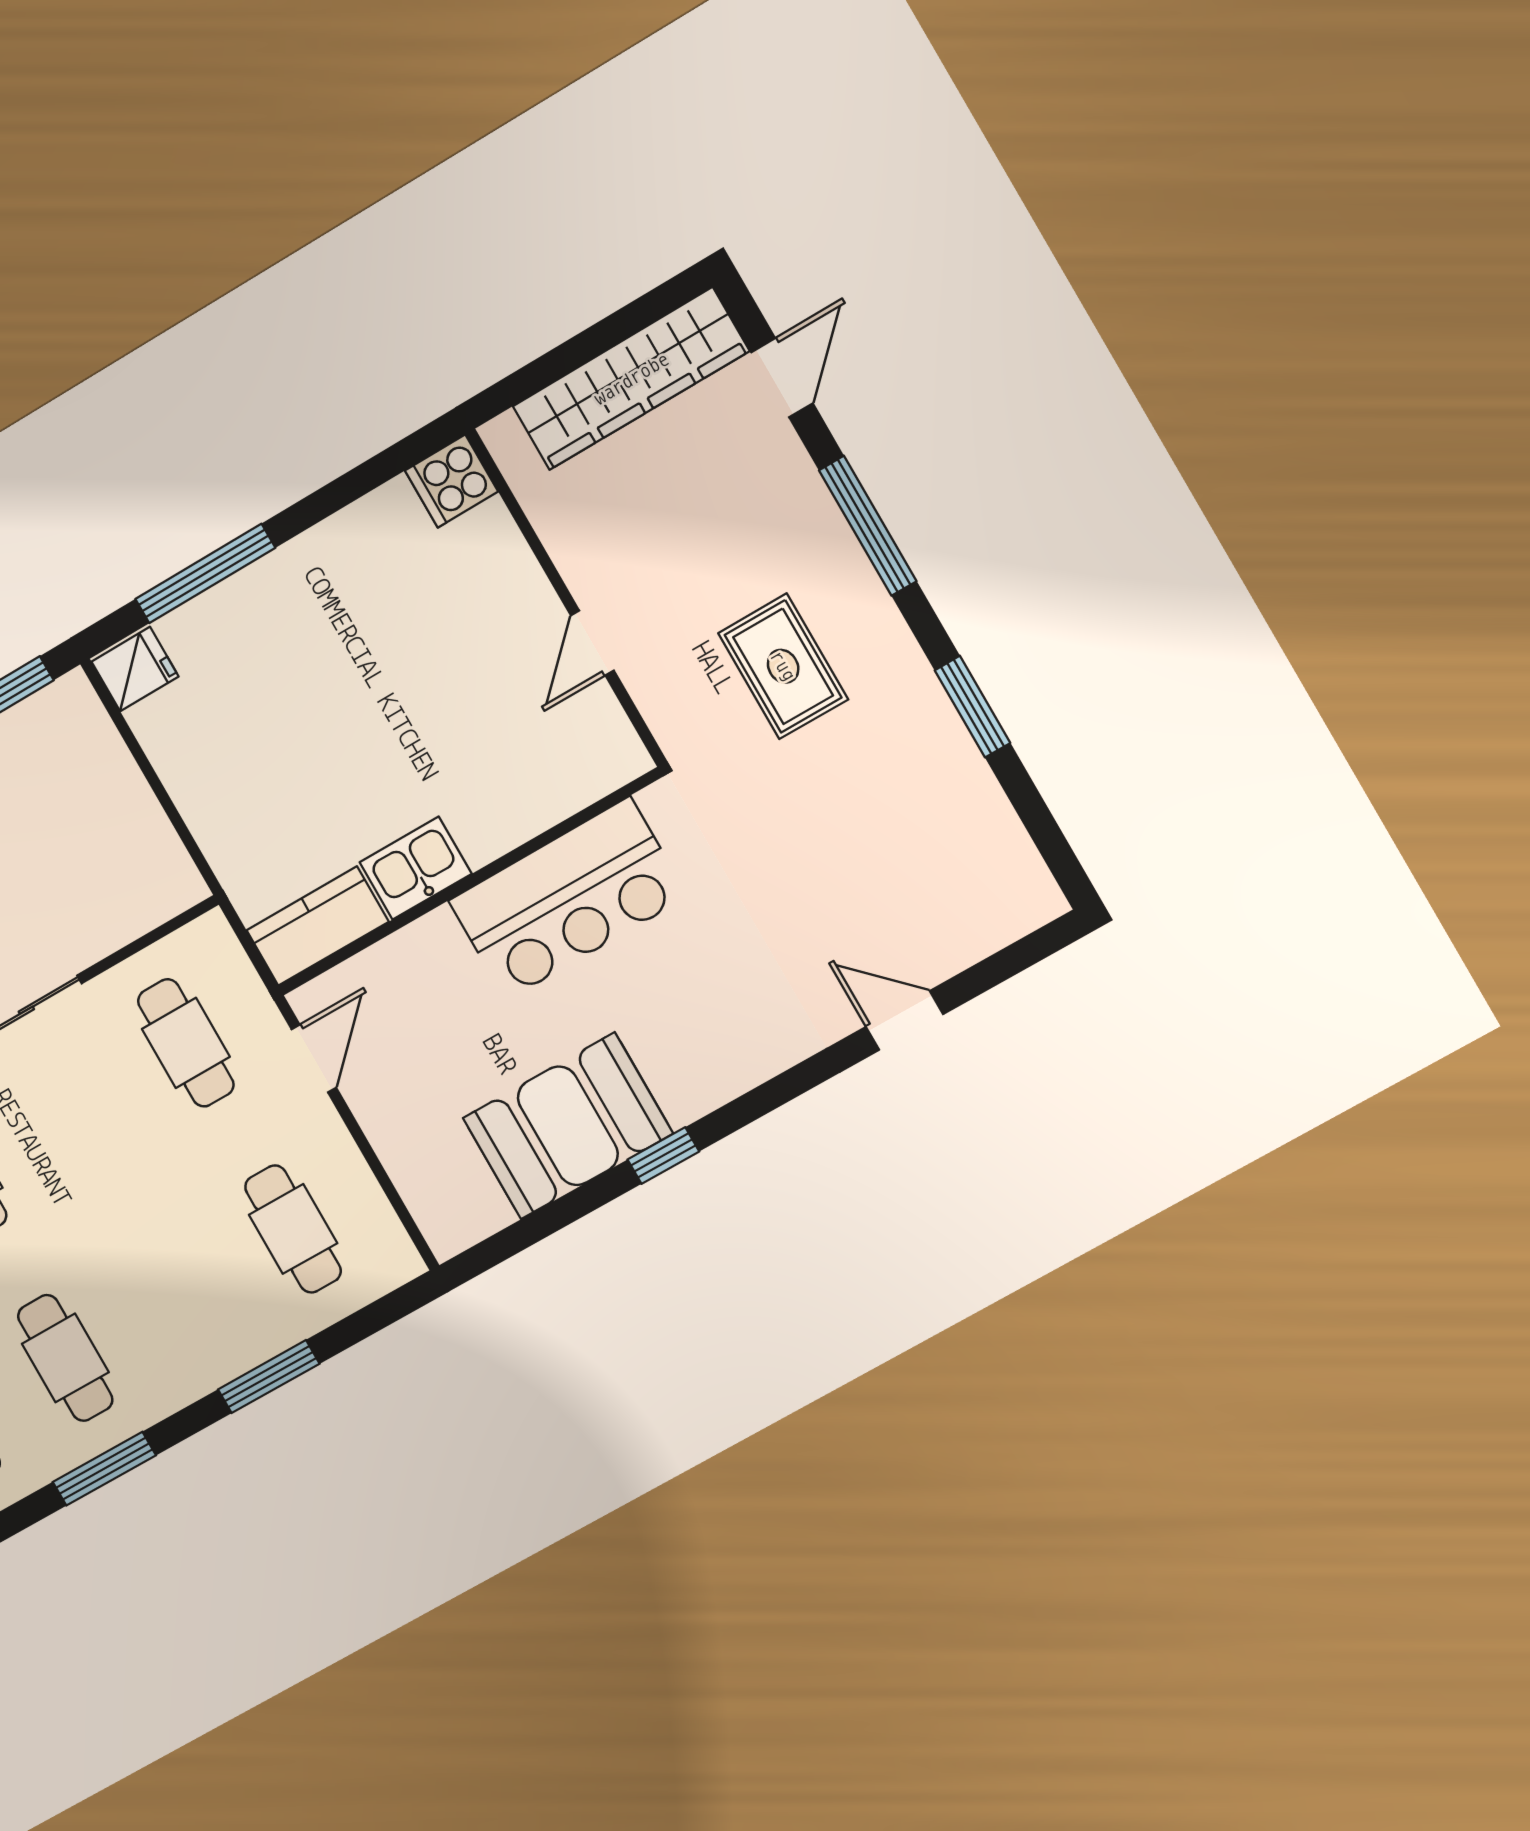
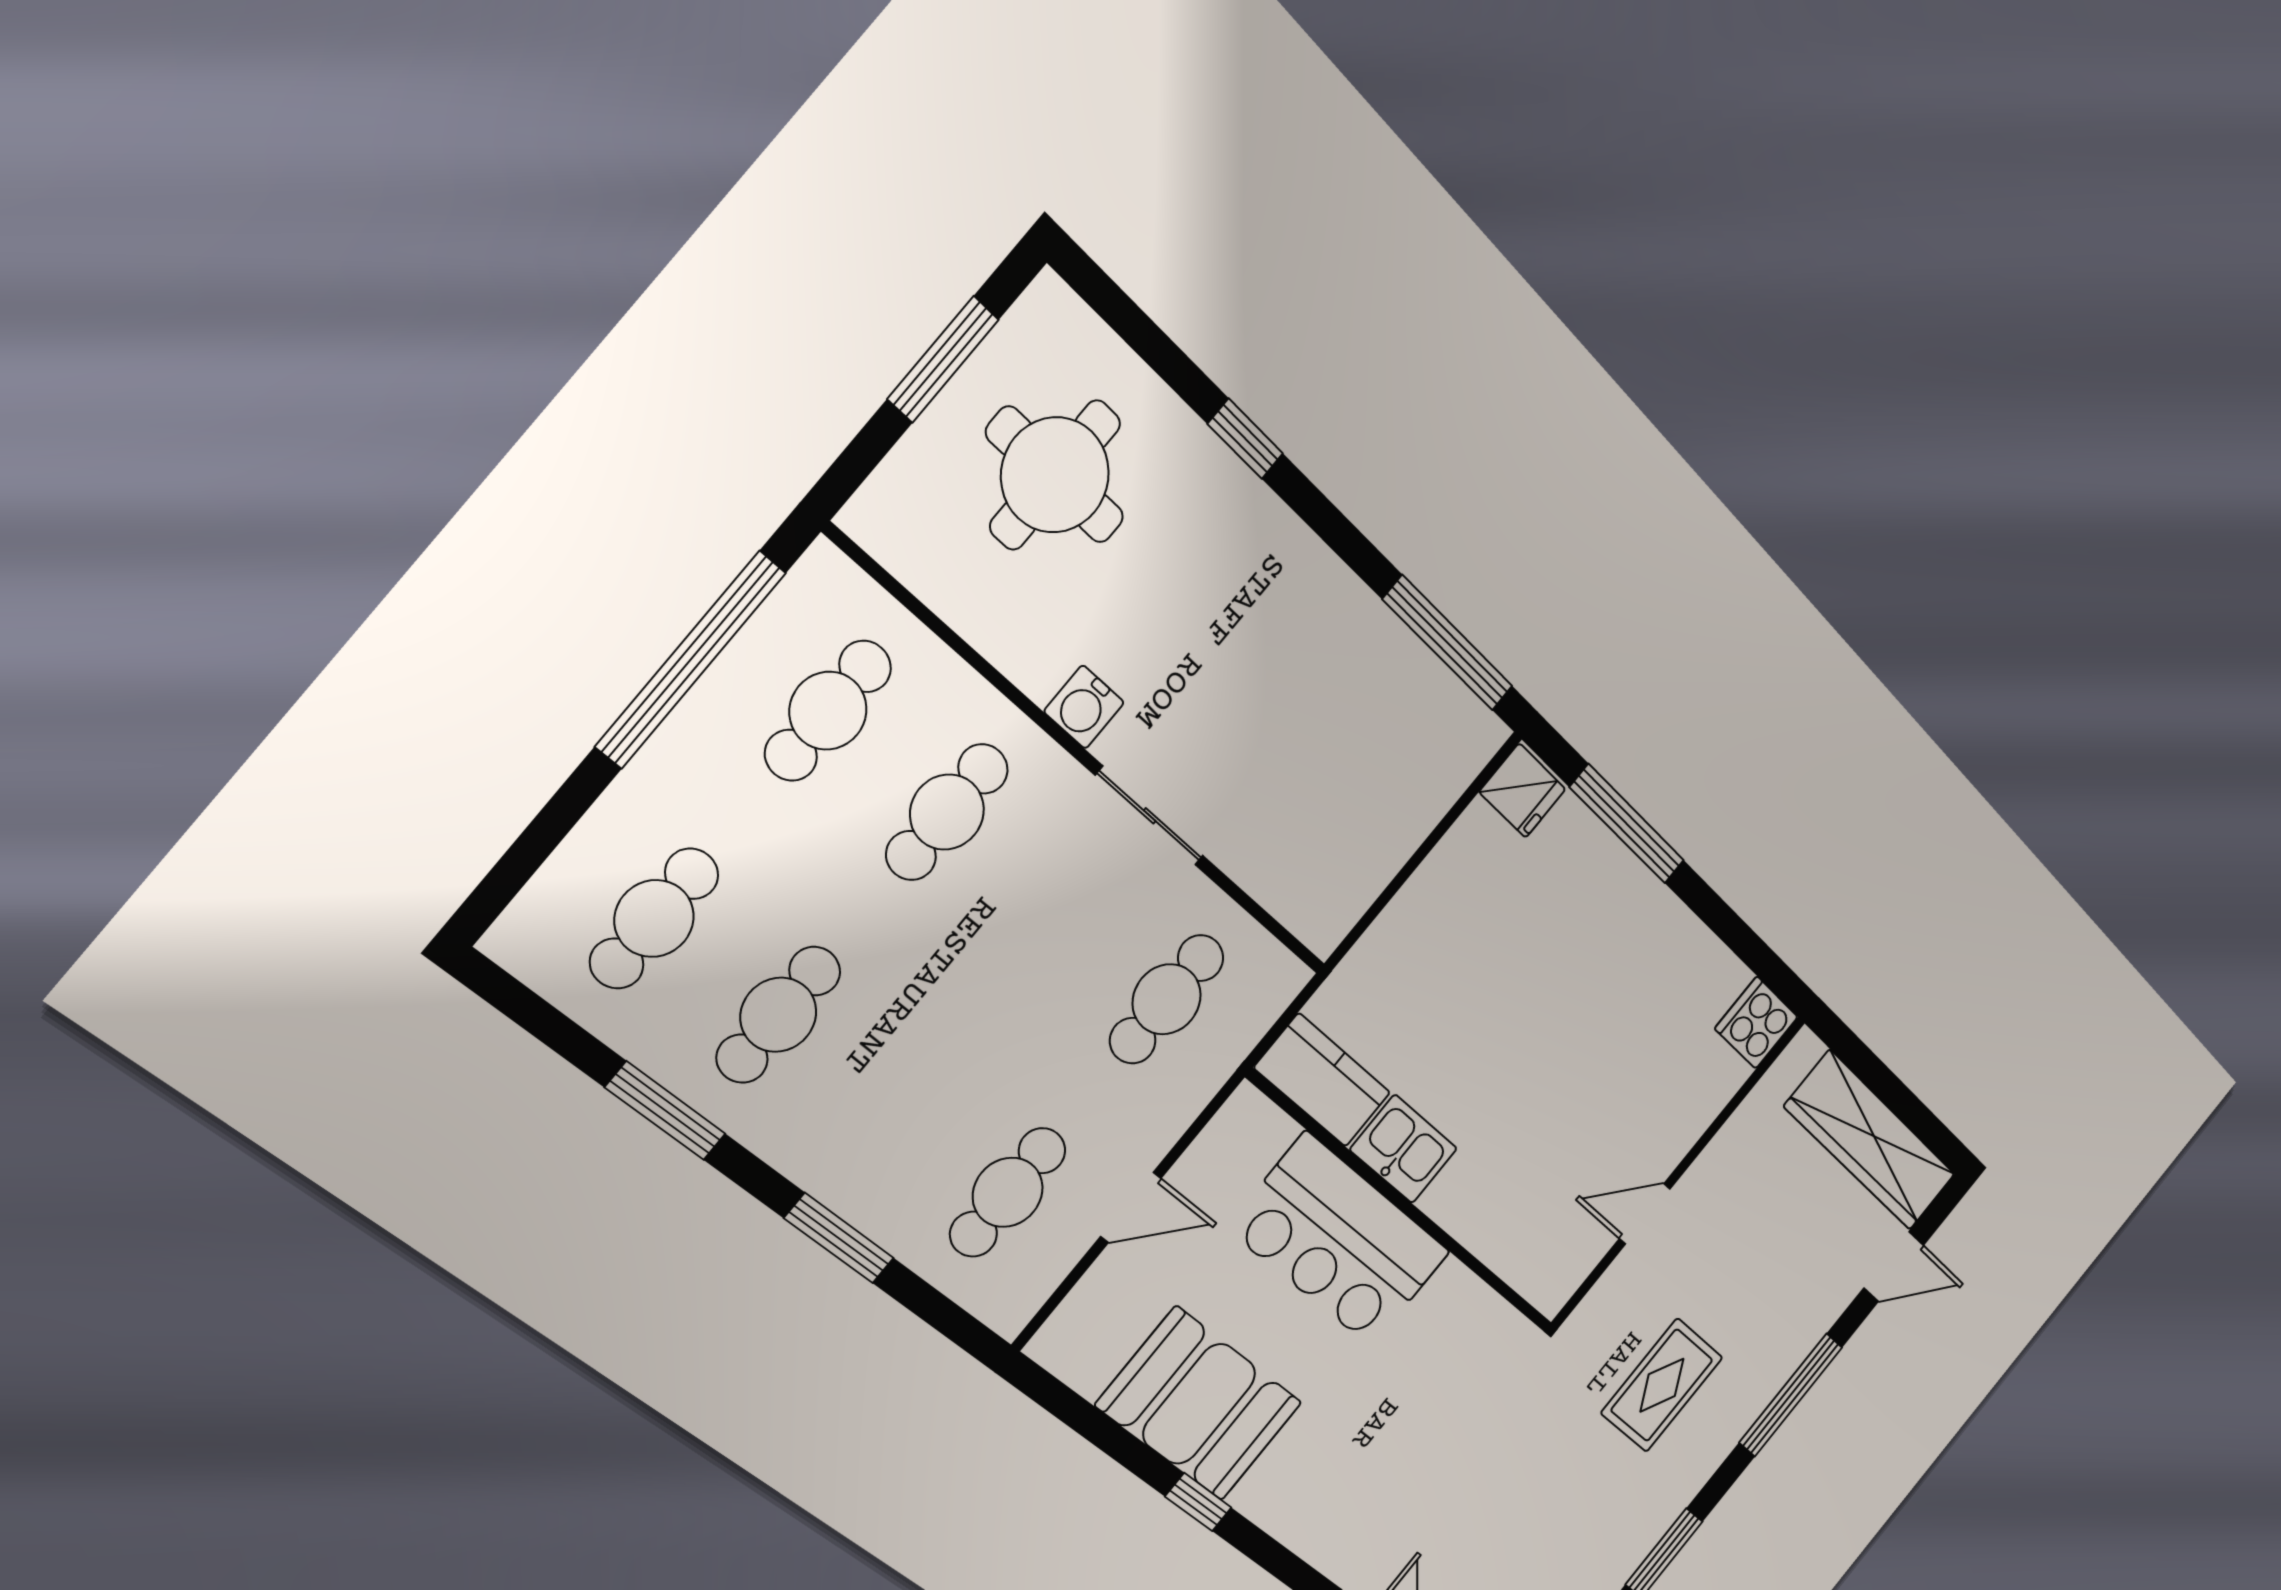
bar counter: (568, 899) -> (1339, 1240), moved
door: (314, 1058) -> (1131, 1207), moved

